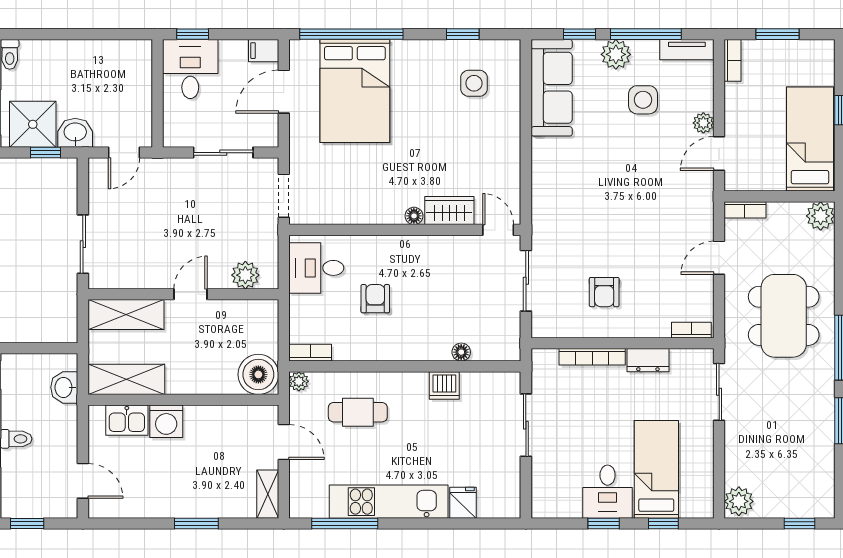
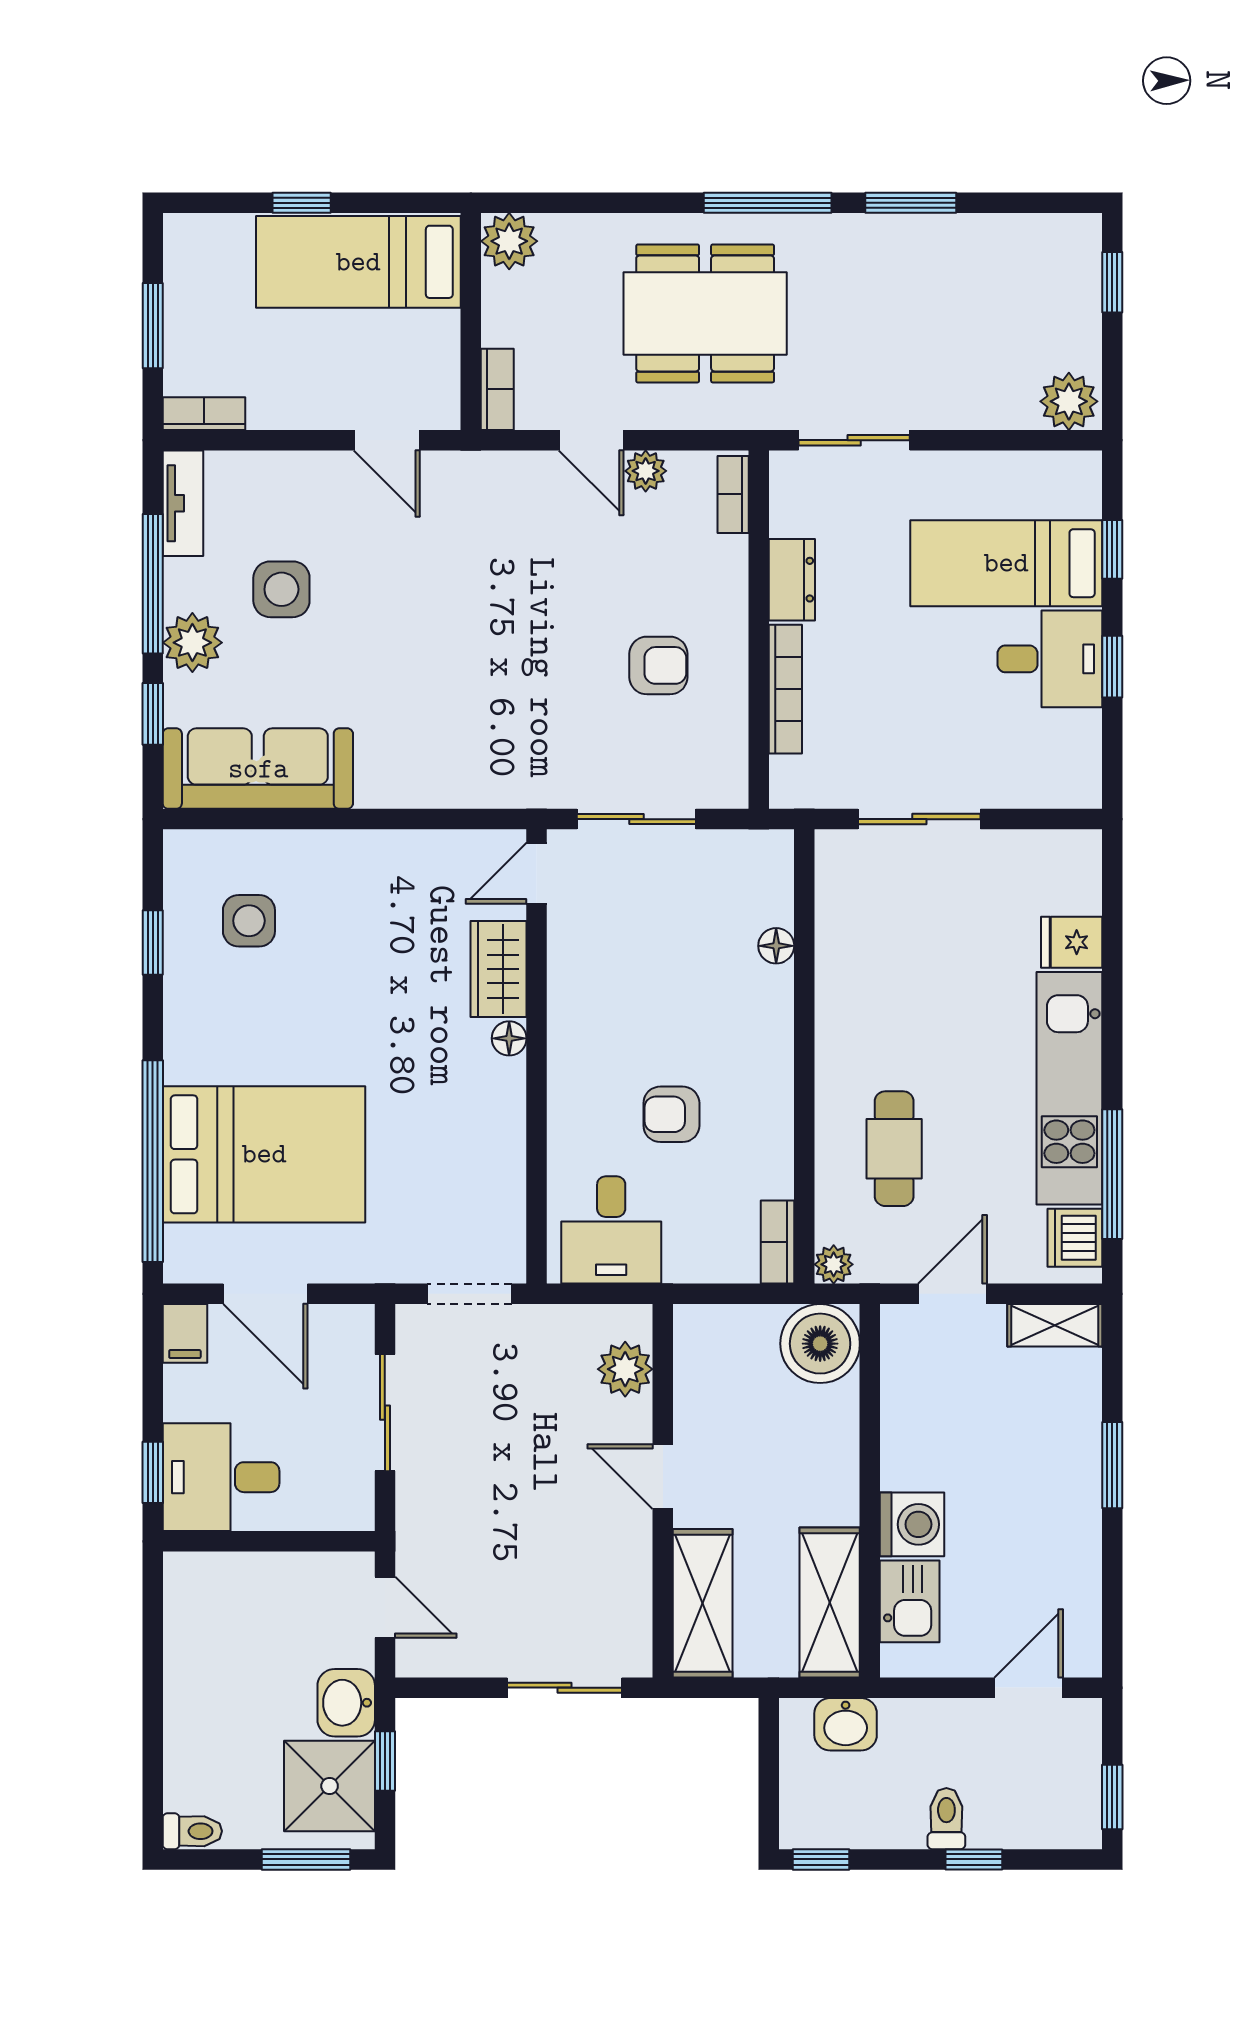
plant: (703, 123) -> (646, 471), moved
dishwasher: (444, 385) -> (1075, 1238), moved, turned 180

